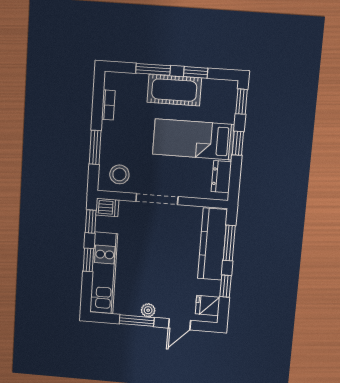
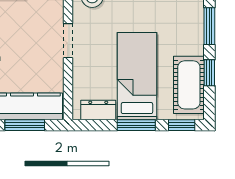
cot: (174, 90) -> (189, 85), moved
window: (238, 143) -> (136, 125), width x1.50
doorway: (157, 199) -> (68, 41), width x0.73

